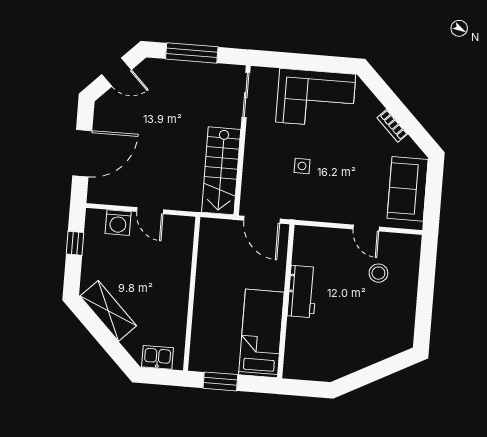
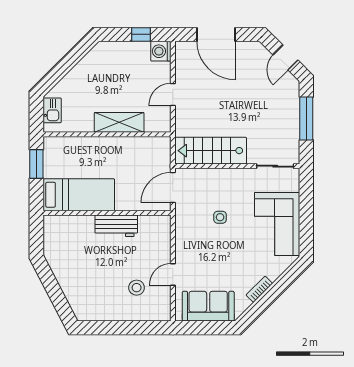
washing machine: (118, 223) -> (161, 51), moved
shelving: (108, 311) -> (119, 122), moved, turned 45

